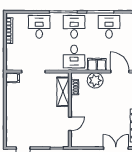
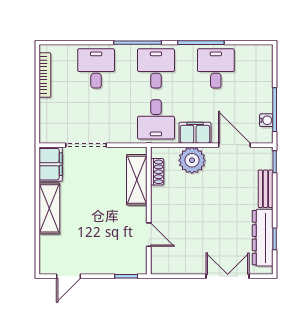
filing cabinet: (13, 78) -> (51, 164), width x2.00
shelving: (12, 108) -> (49, 208), added
door: (70, 124) -> (149, 235), hinge flipped

